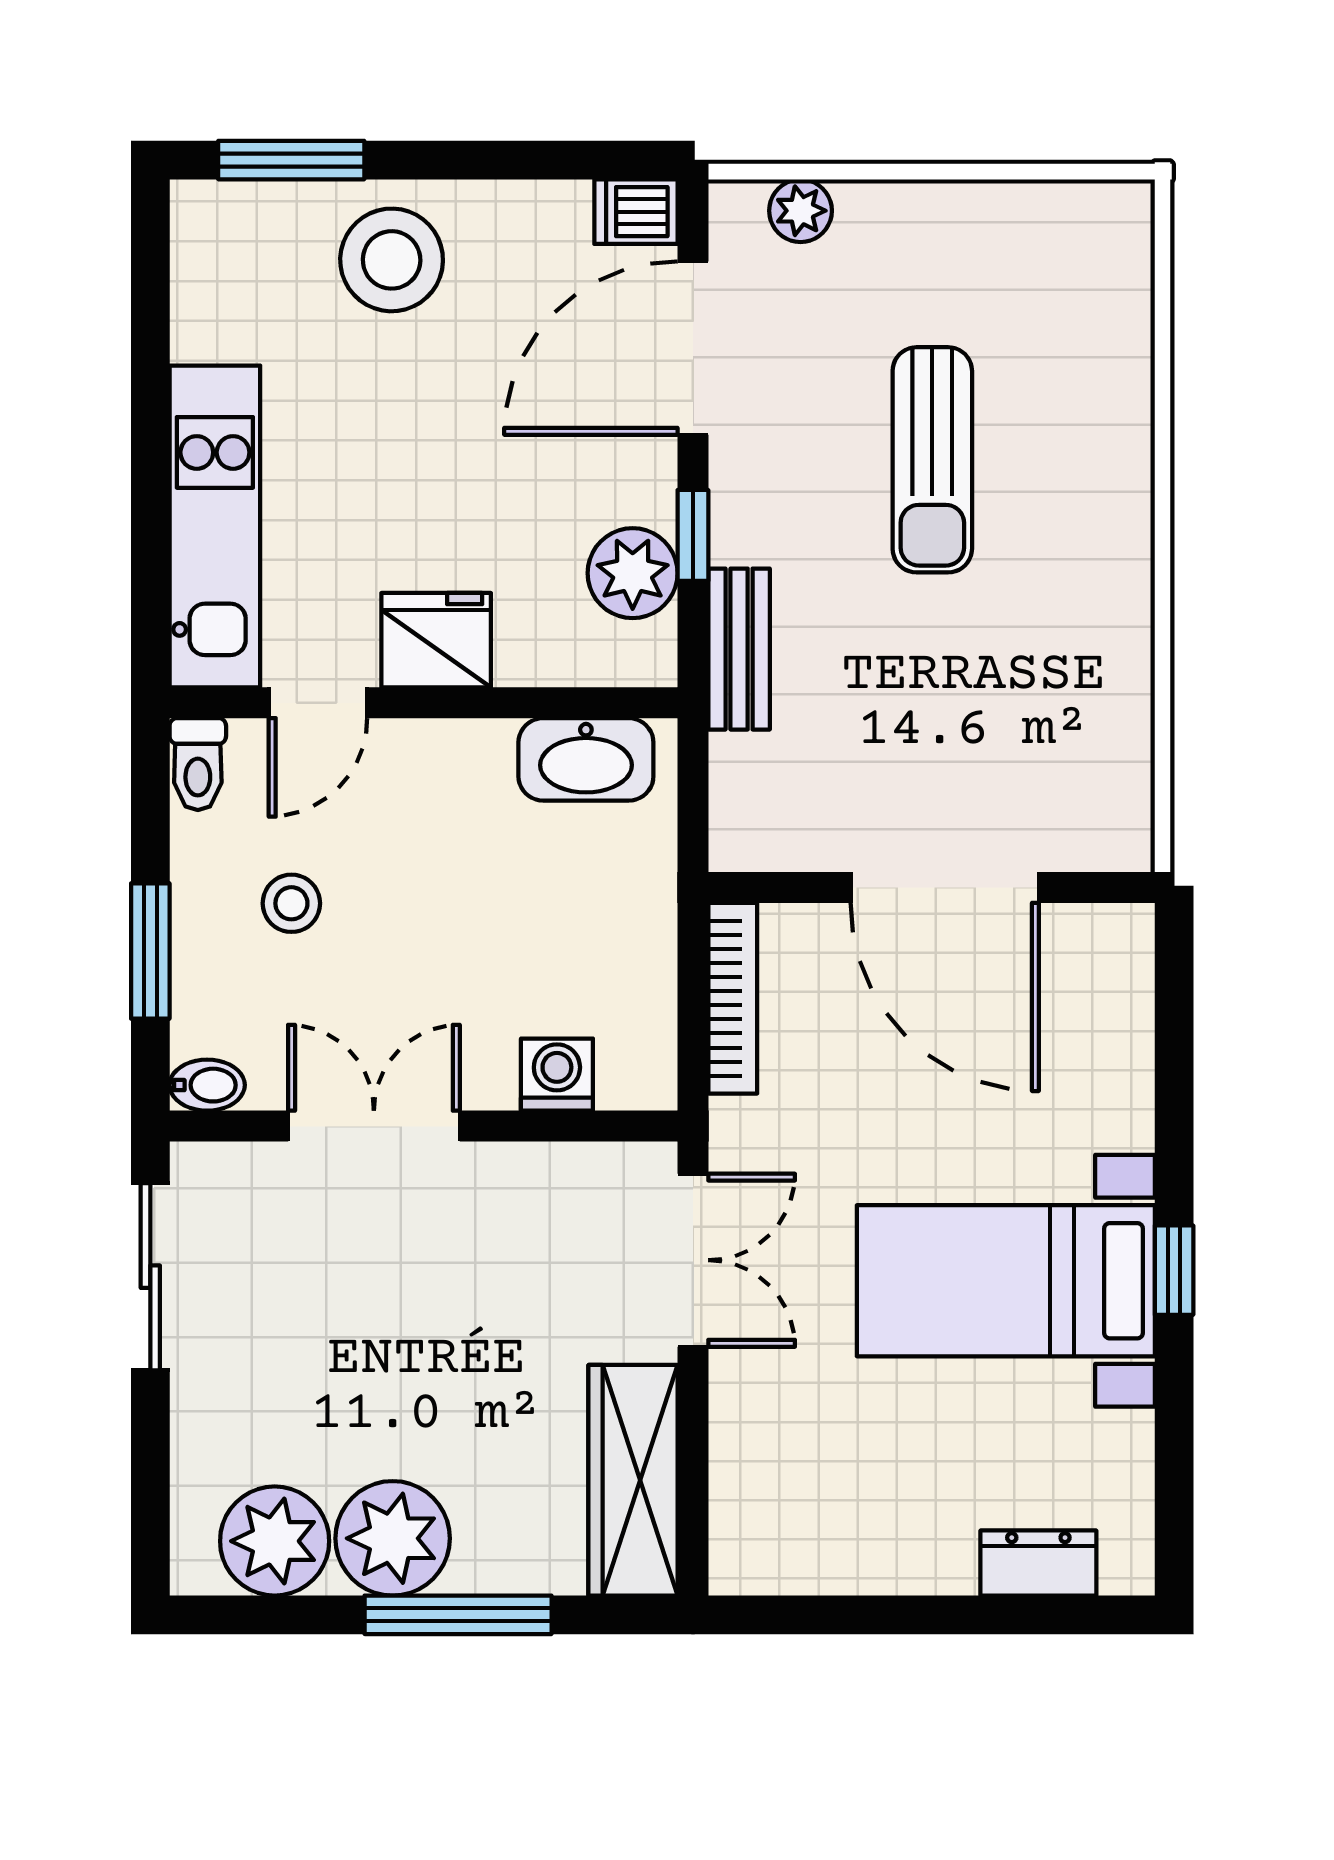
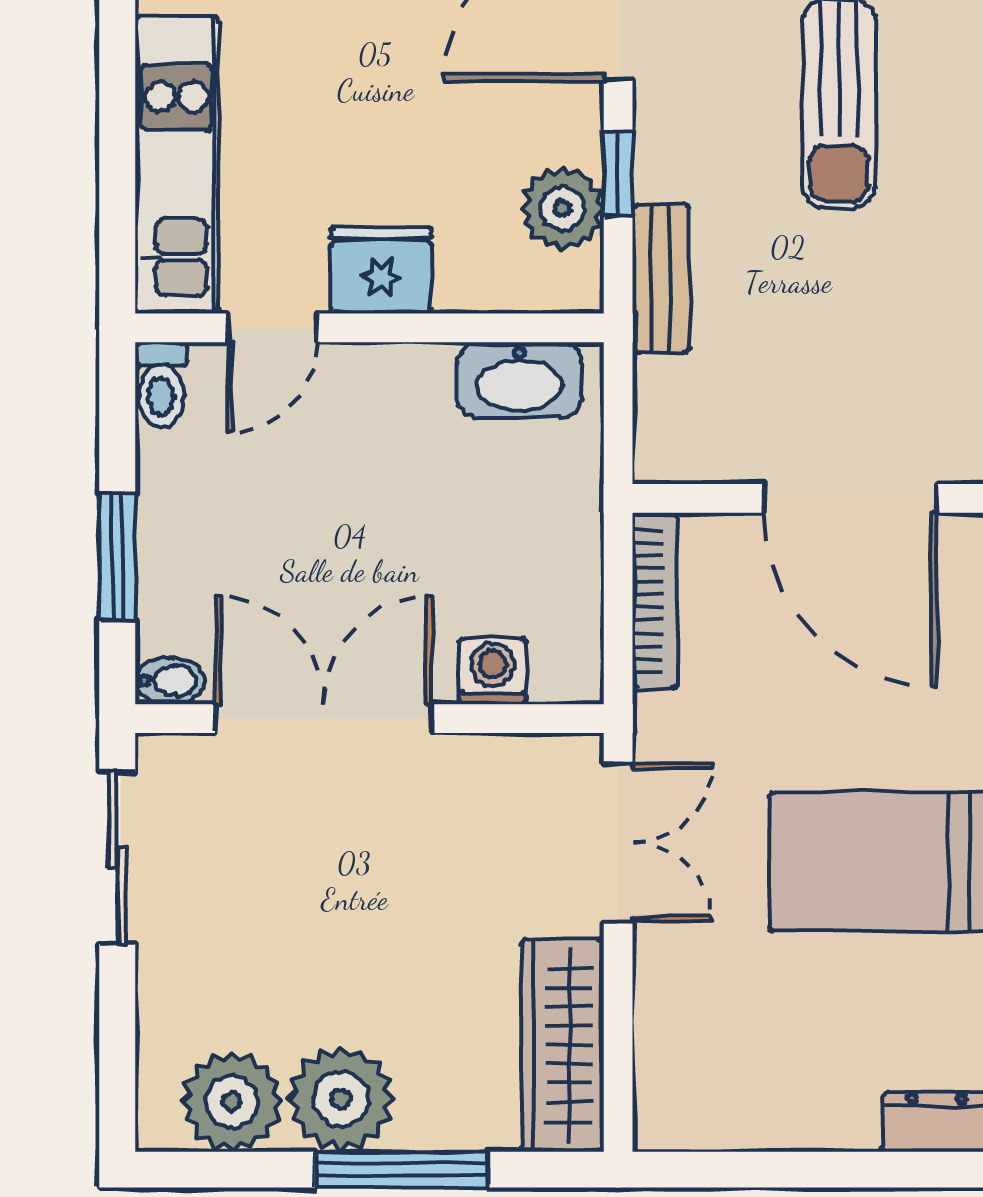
stool: (291, 903) -> (247, 513), removed
double door: (374, 1126) -> (324, 719), width x1.37

